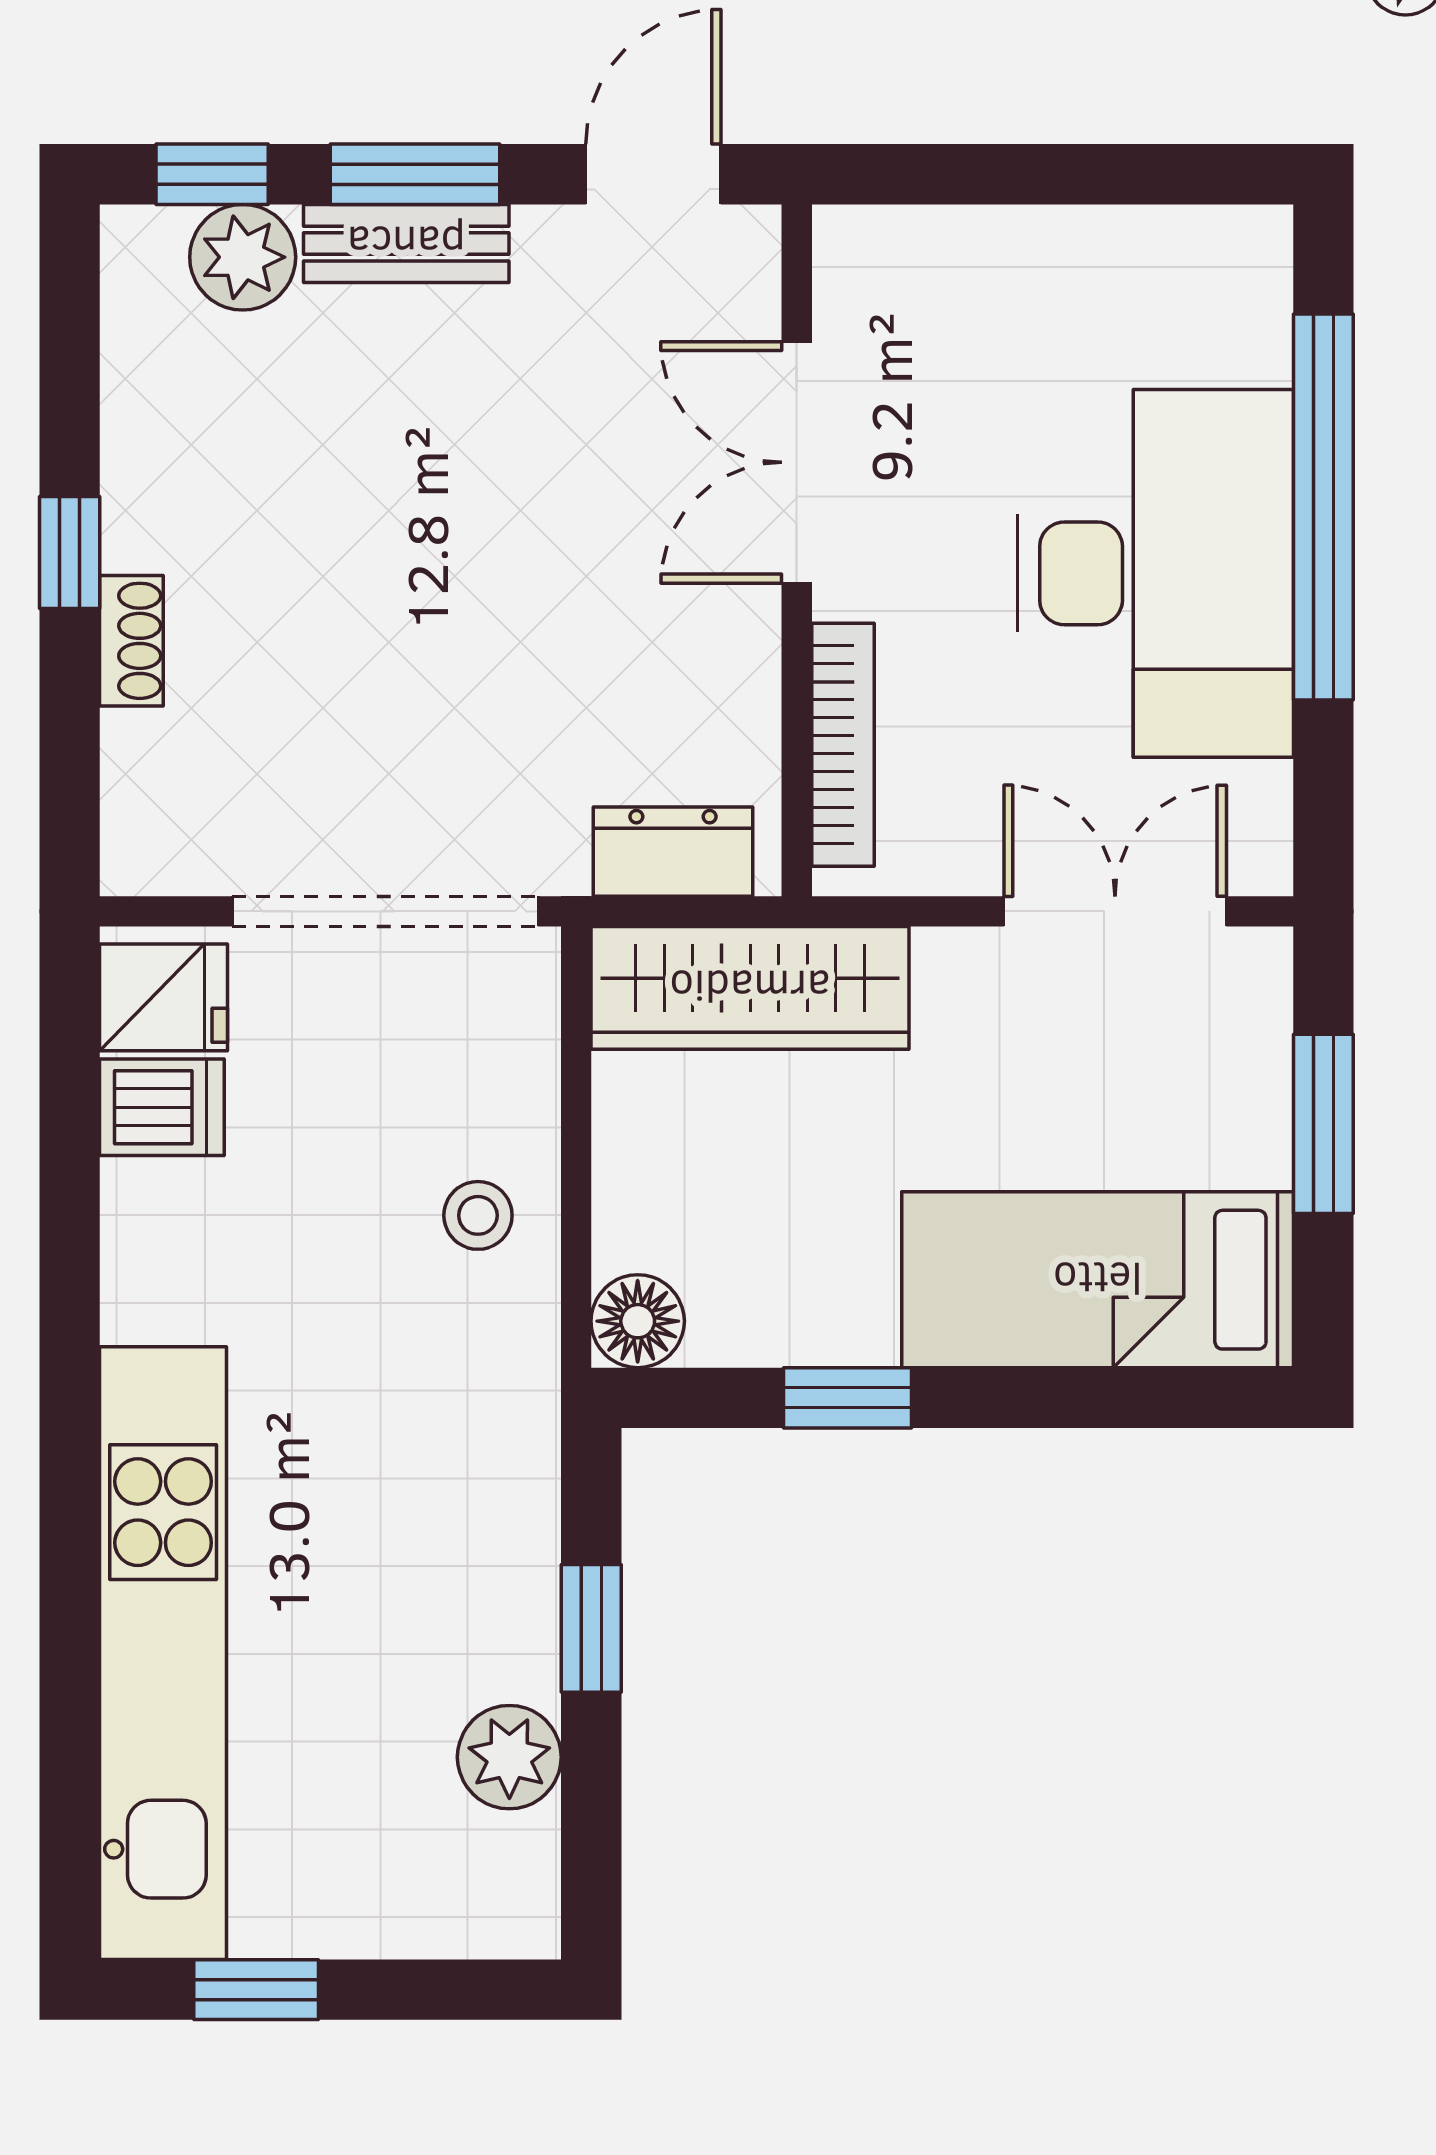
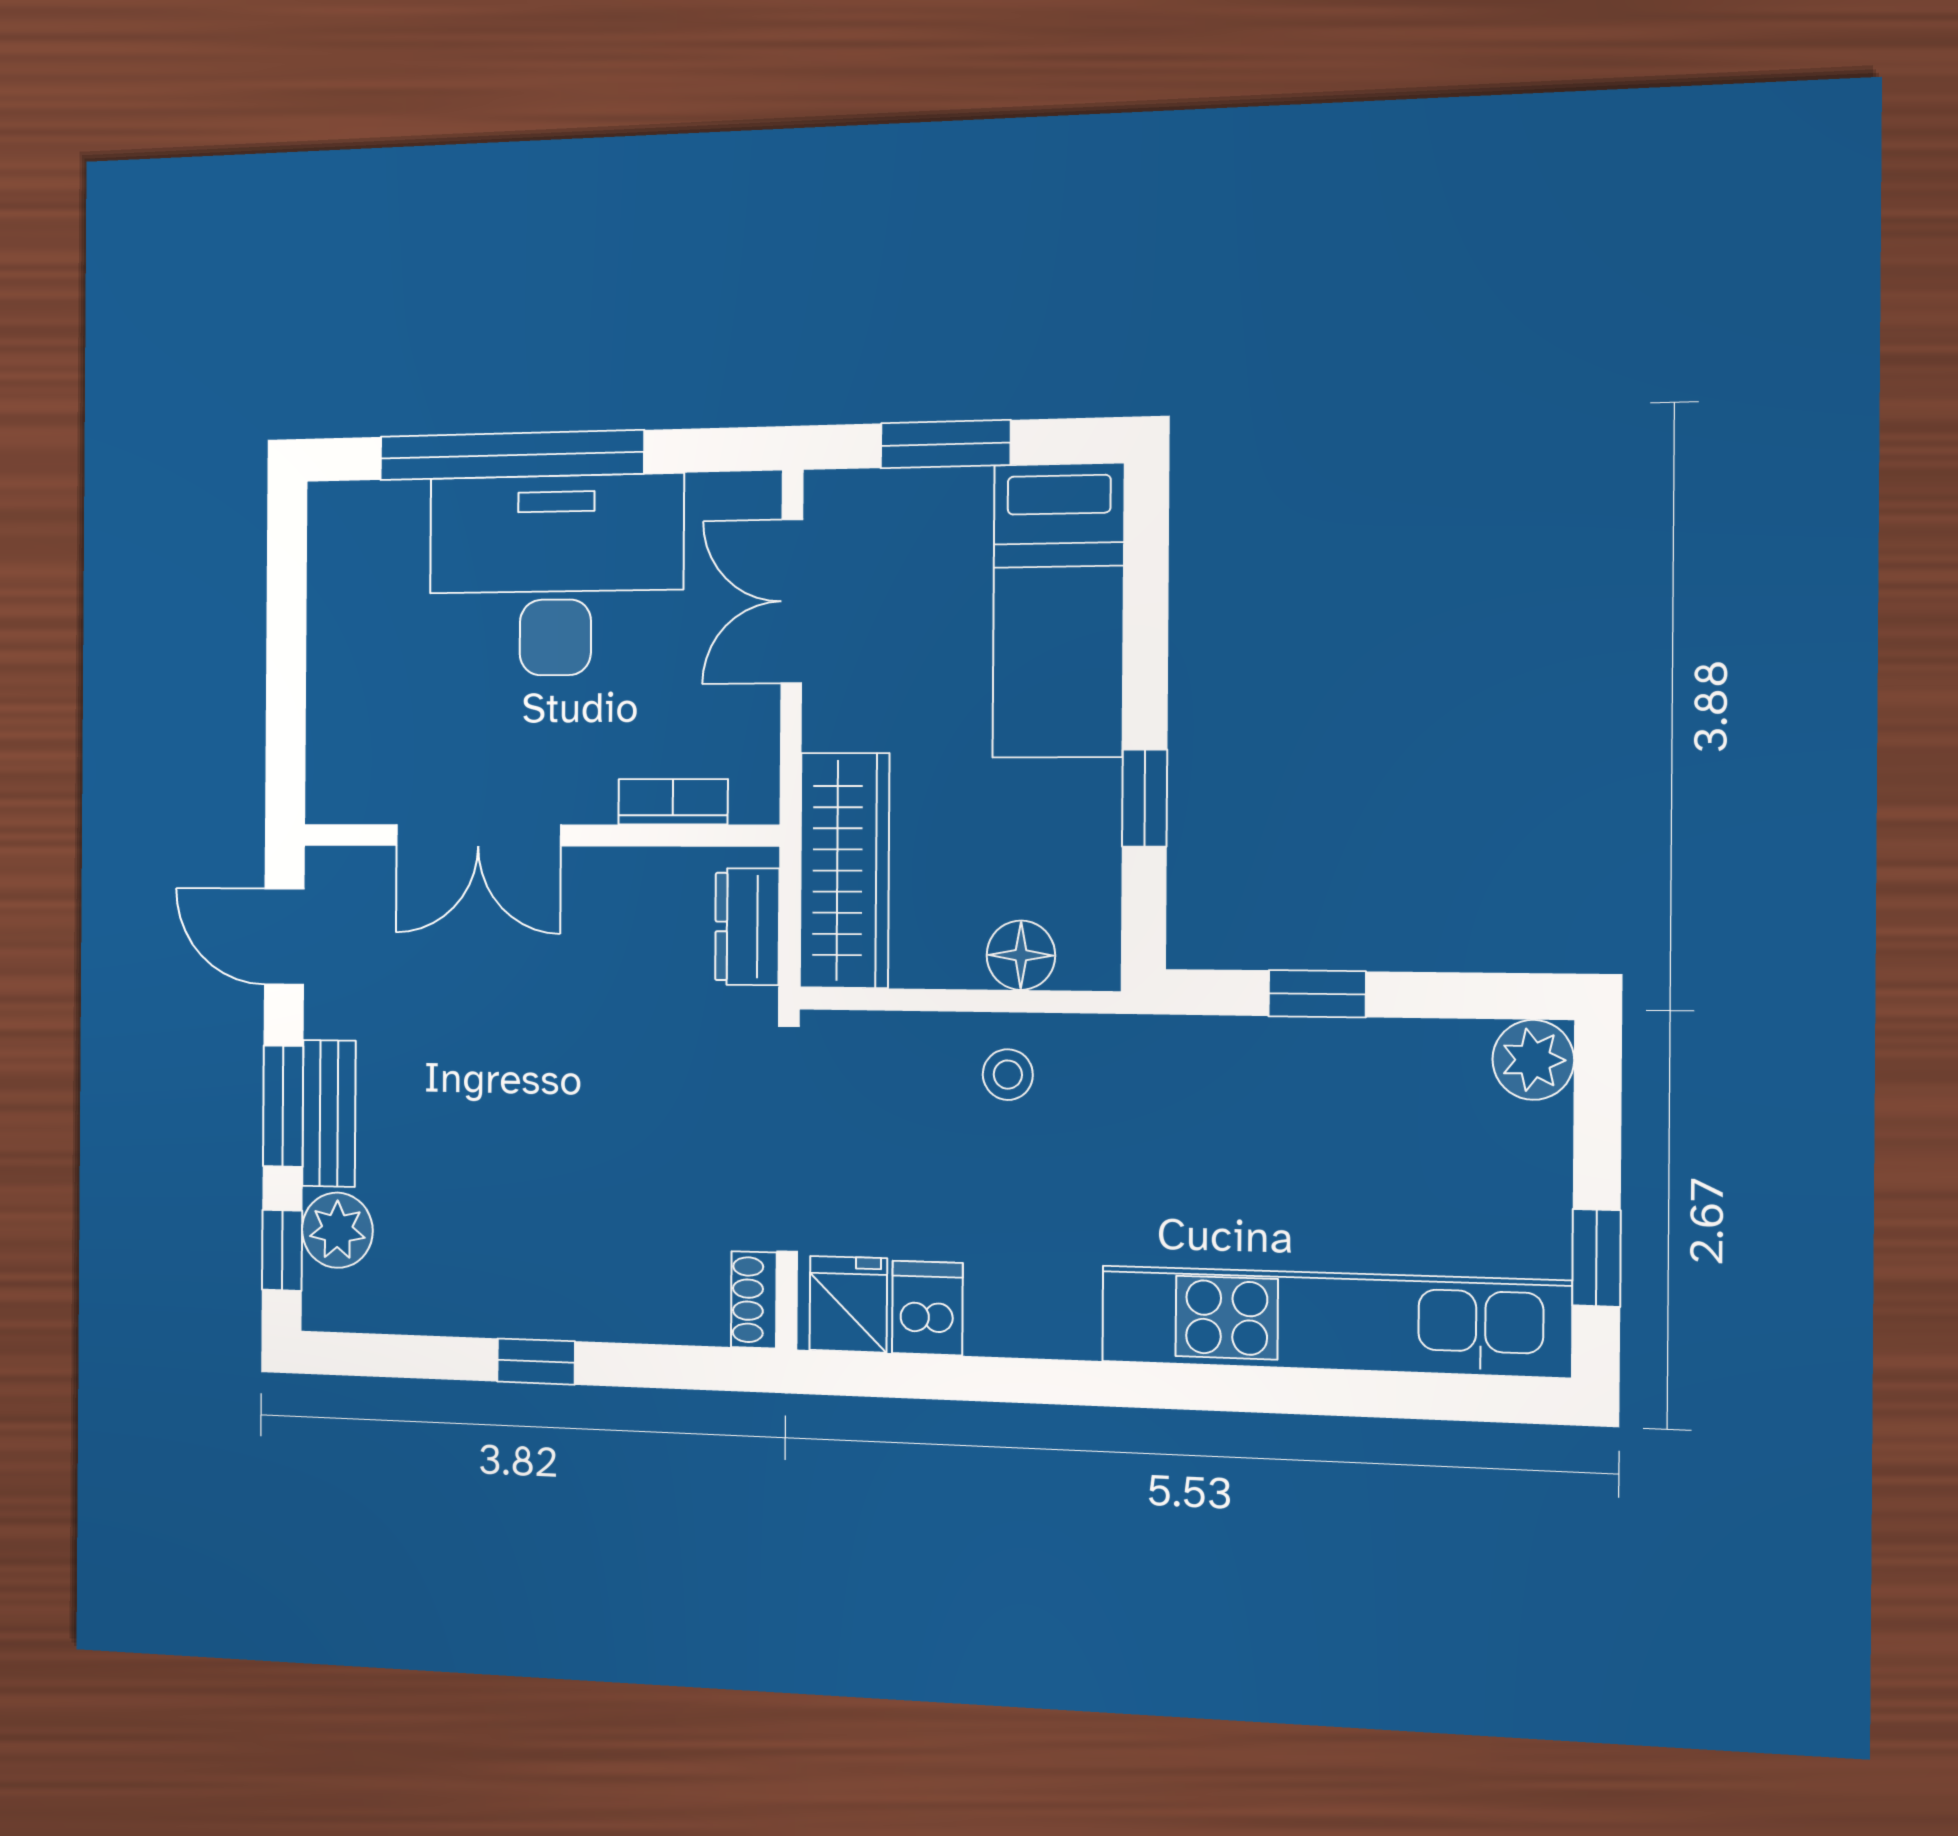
shoe rack: (131, 641) -> (754, 1300), moved, turned -90
bookcase: (843, 745) -> (673, 802), width x0.64
floor lamp: (638, 1321) -> (1021, 955), moved
plant: (509, 1757) -> (1533, 1060), moved

